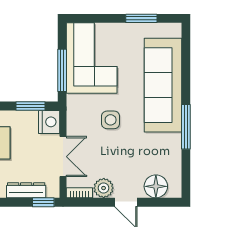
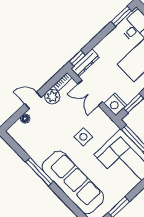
floor lamp: (156, 186) -> (25, 119), width x0.53, depth x0.53
dresser: (26, 190) -> (85, 63), moved

